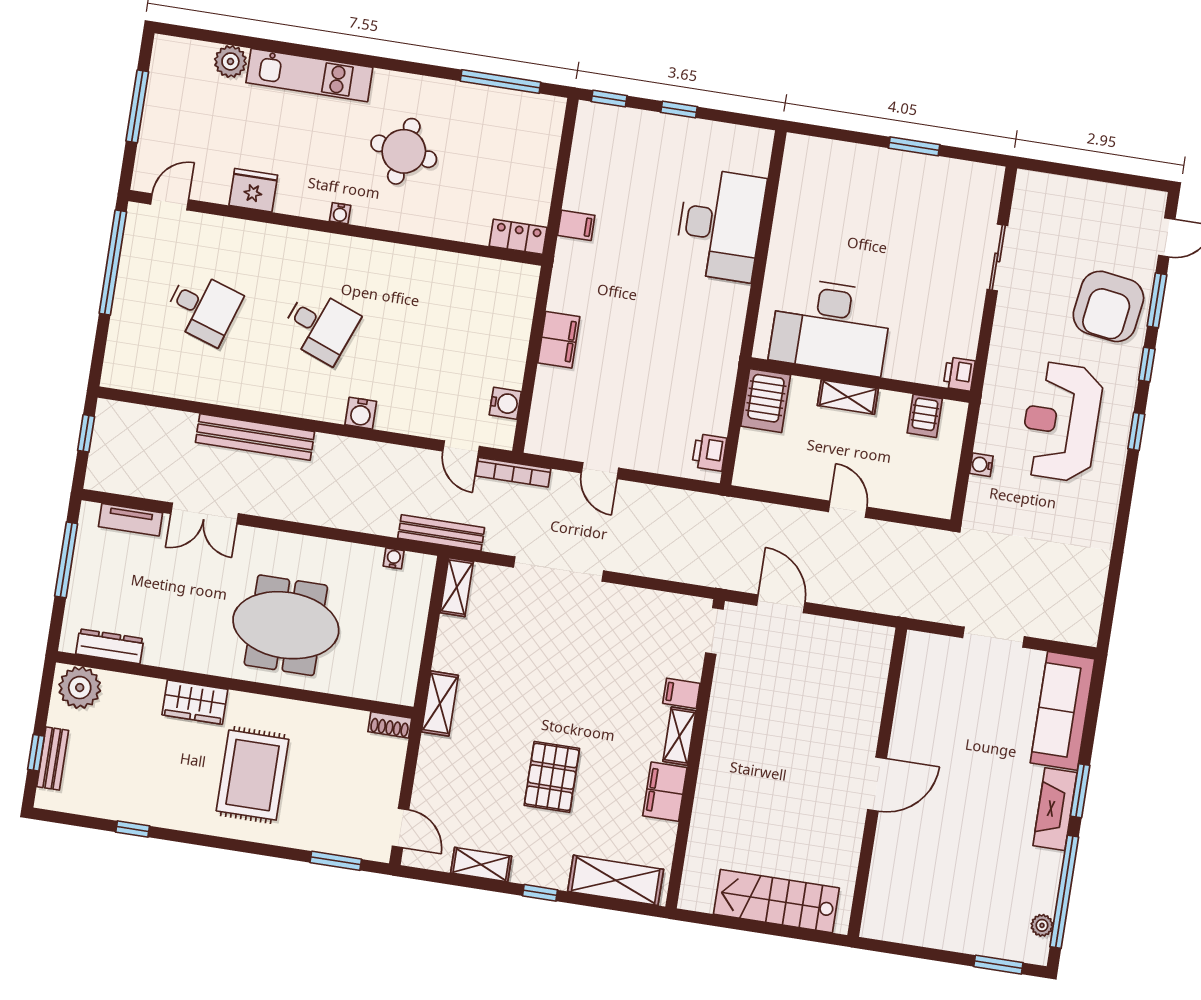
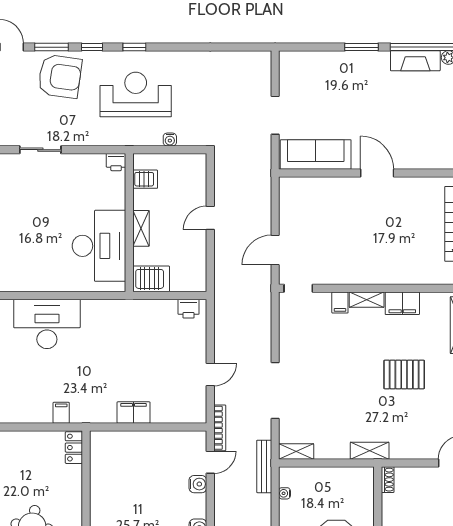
water cooler: (505, 403) -> (198, 484), moved, turned 90
reception desk: (1061, 422) -> (136, 94), turned 180
sofa: (1063, 711) -> (316, 154), moved, turned 180
fireplace: (1055, 809) -> (415, 61), moved

